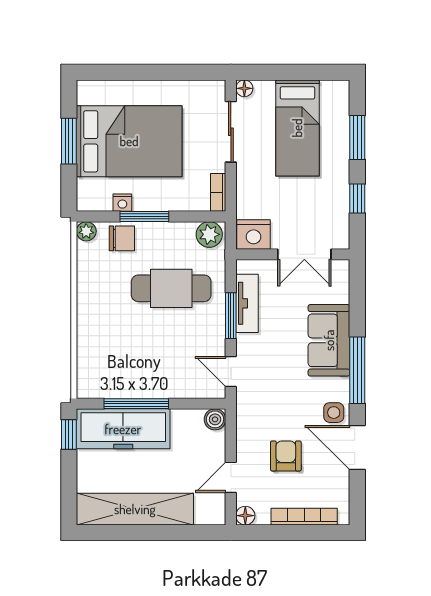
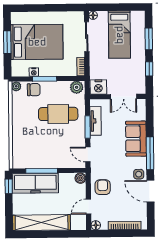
armchair: (286, 456) -> (103, 187), moved

